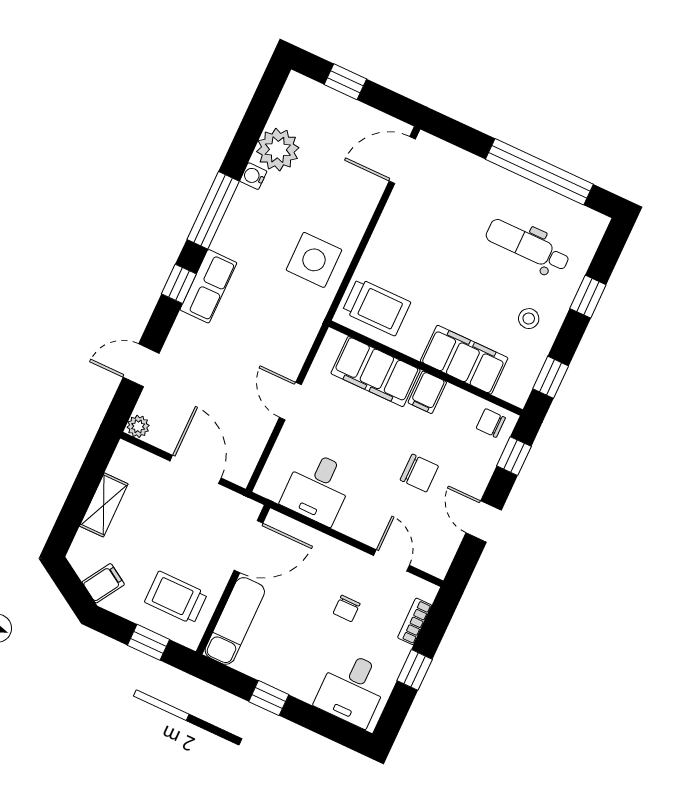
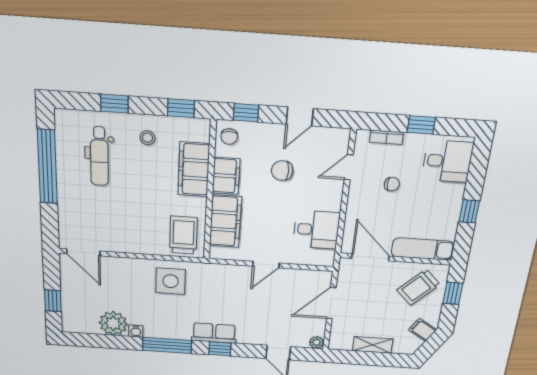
filing cabinet: (427, 392) -> (226, 176), width x2.00
chair: (419, 473) -> (282, 171), turned -90
trolley: (176, 598) -> (418, 287), turned 45

